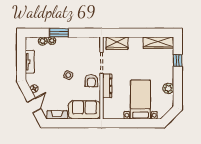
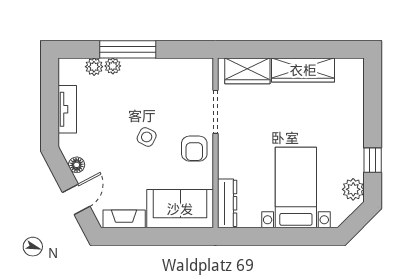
window: (59, 33) -> (128, 49), width x1.44
wardrobe: (158, 43) -> (303, 70), moved
window: (178, 60) -> (373, 160), moved
dresser: (107, 86) -> (227, 203), moved
plant: (168, 88) -> (353, 189), moved

